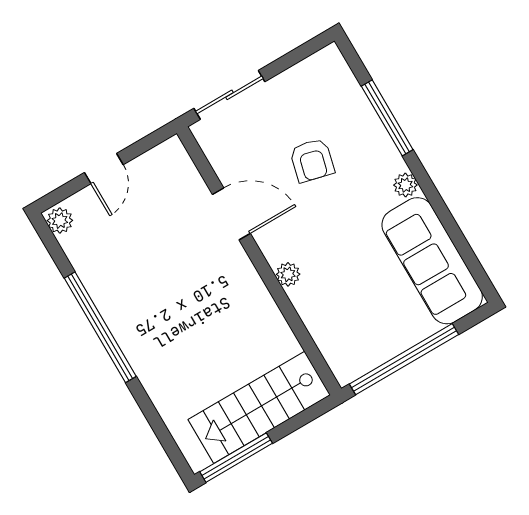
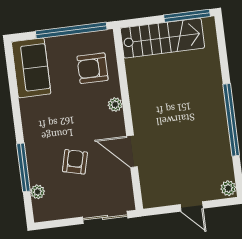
door: (104, 169) -> (192, 206), swing flipped
plant: (405, 185) -> (38, 192), moved
sofa: (432, 261) -> (31, 68), width x0.73
armchair: (346, 315) -> (93, 68), added

